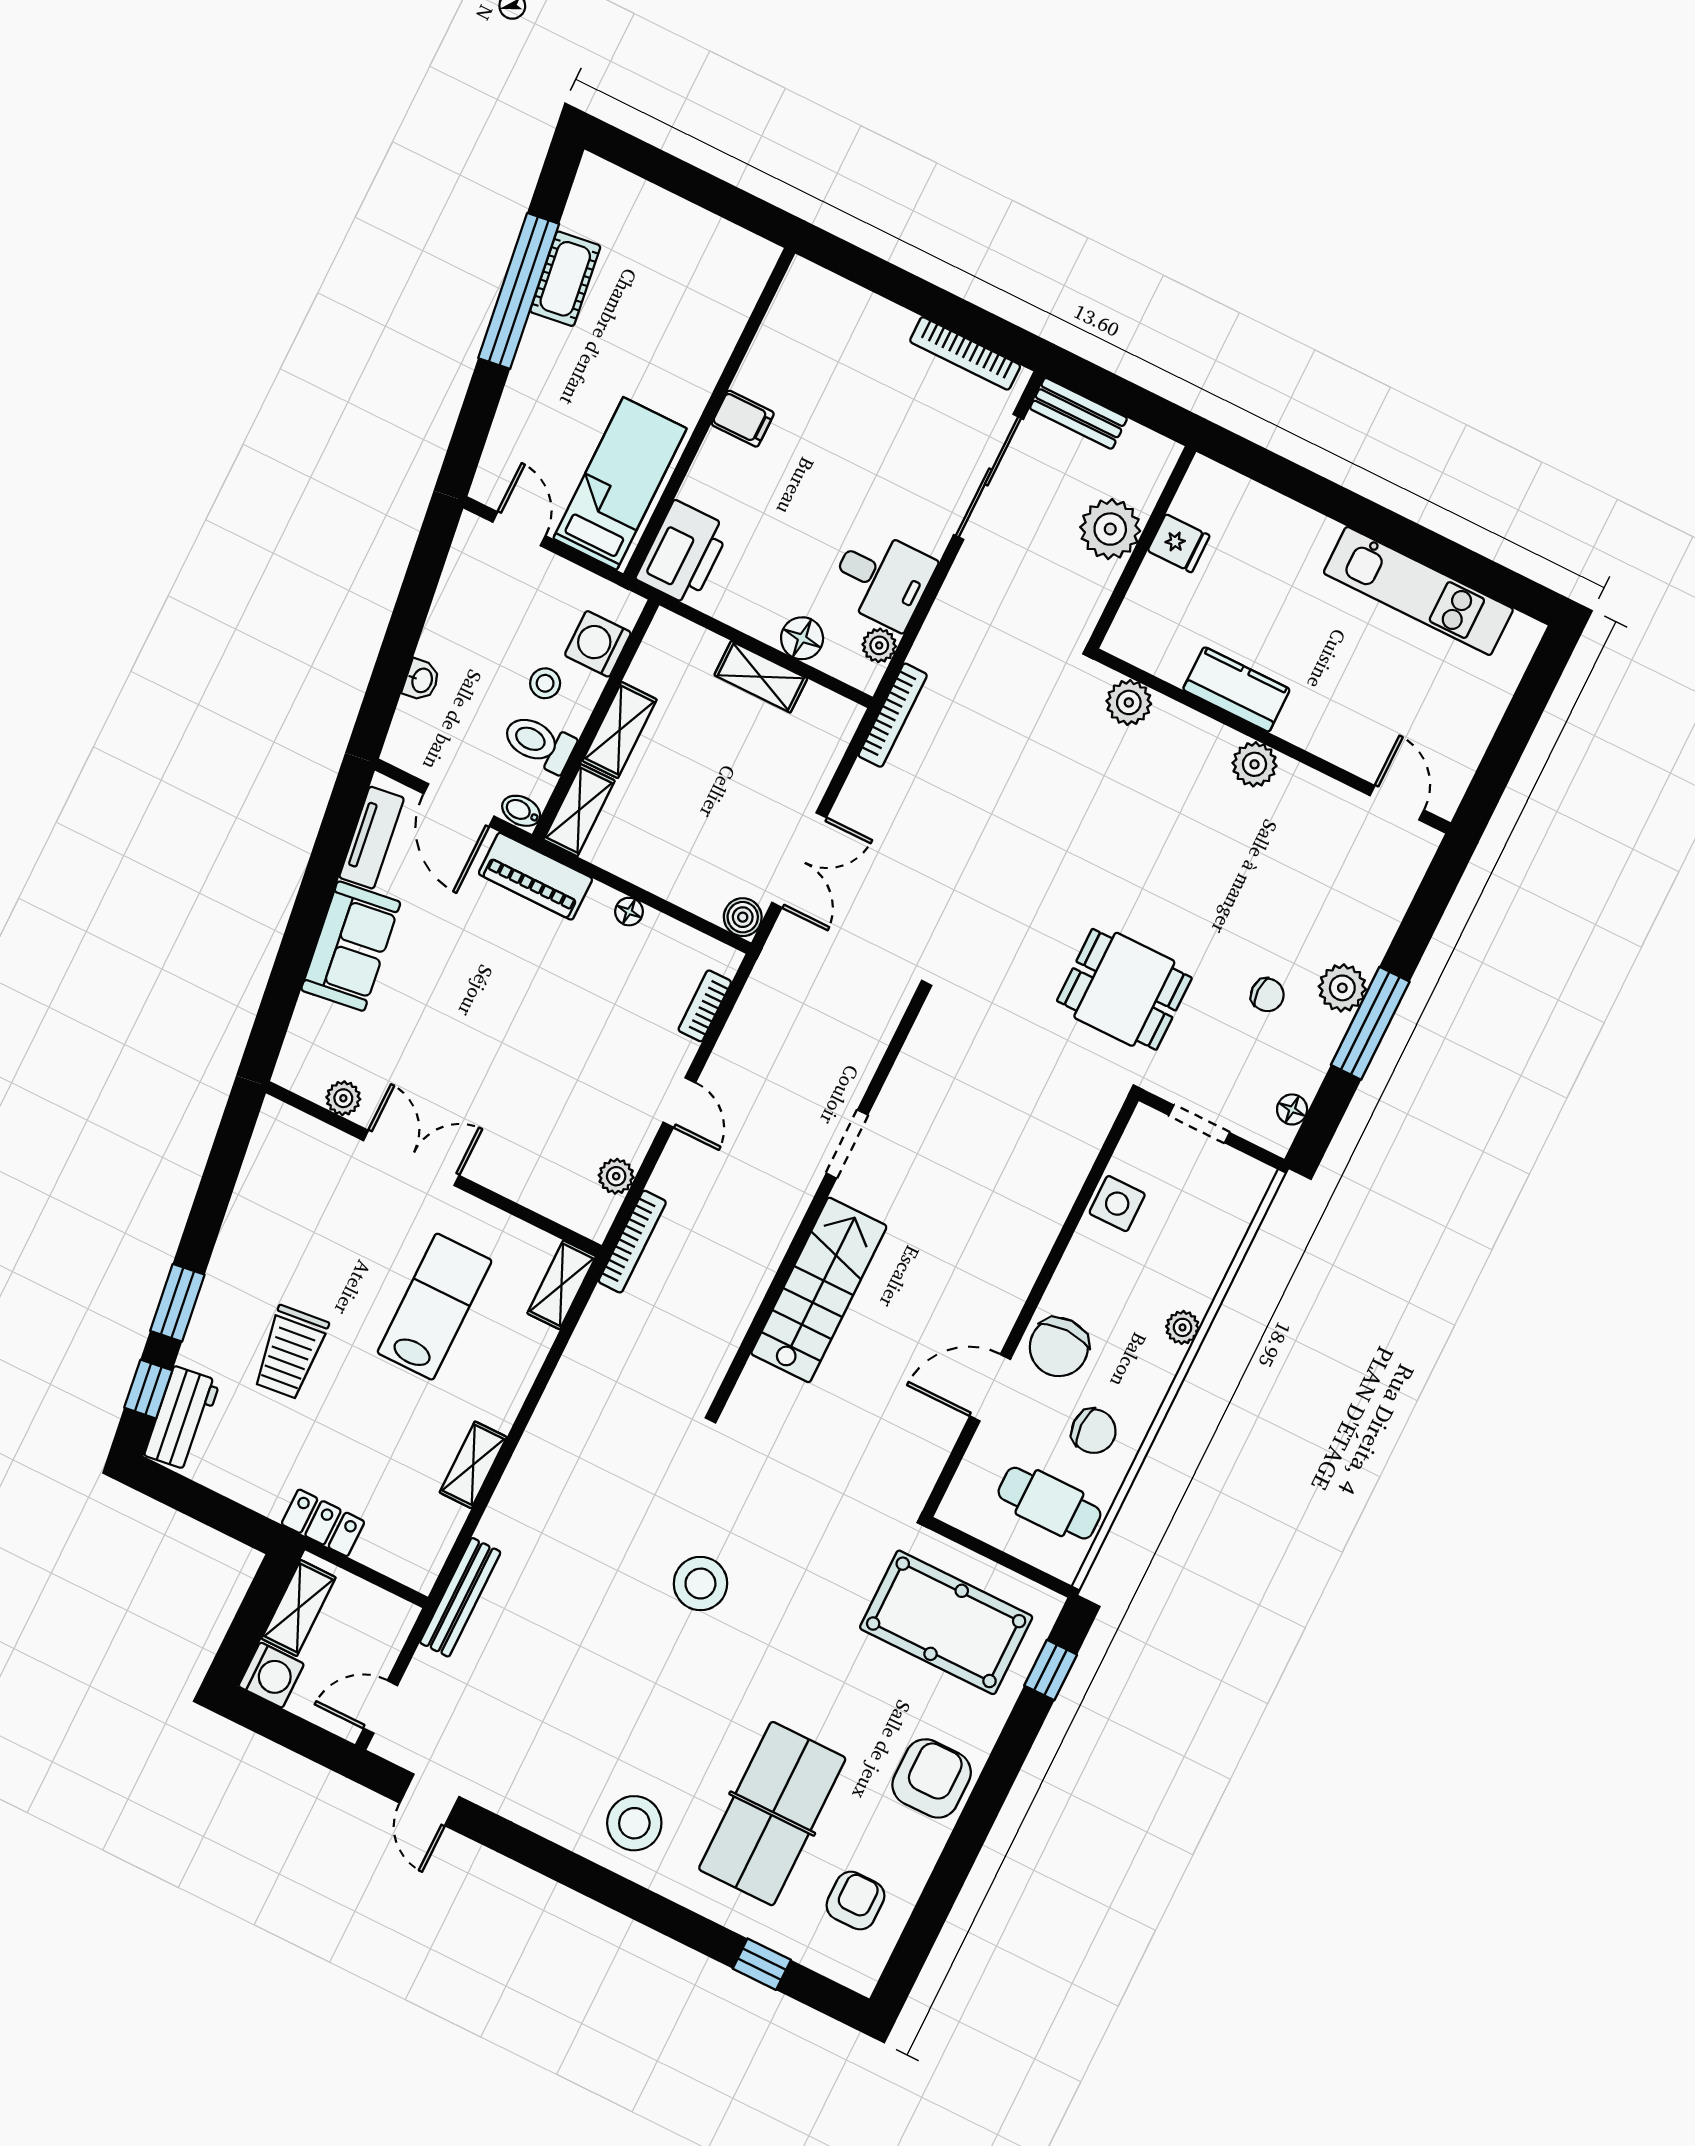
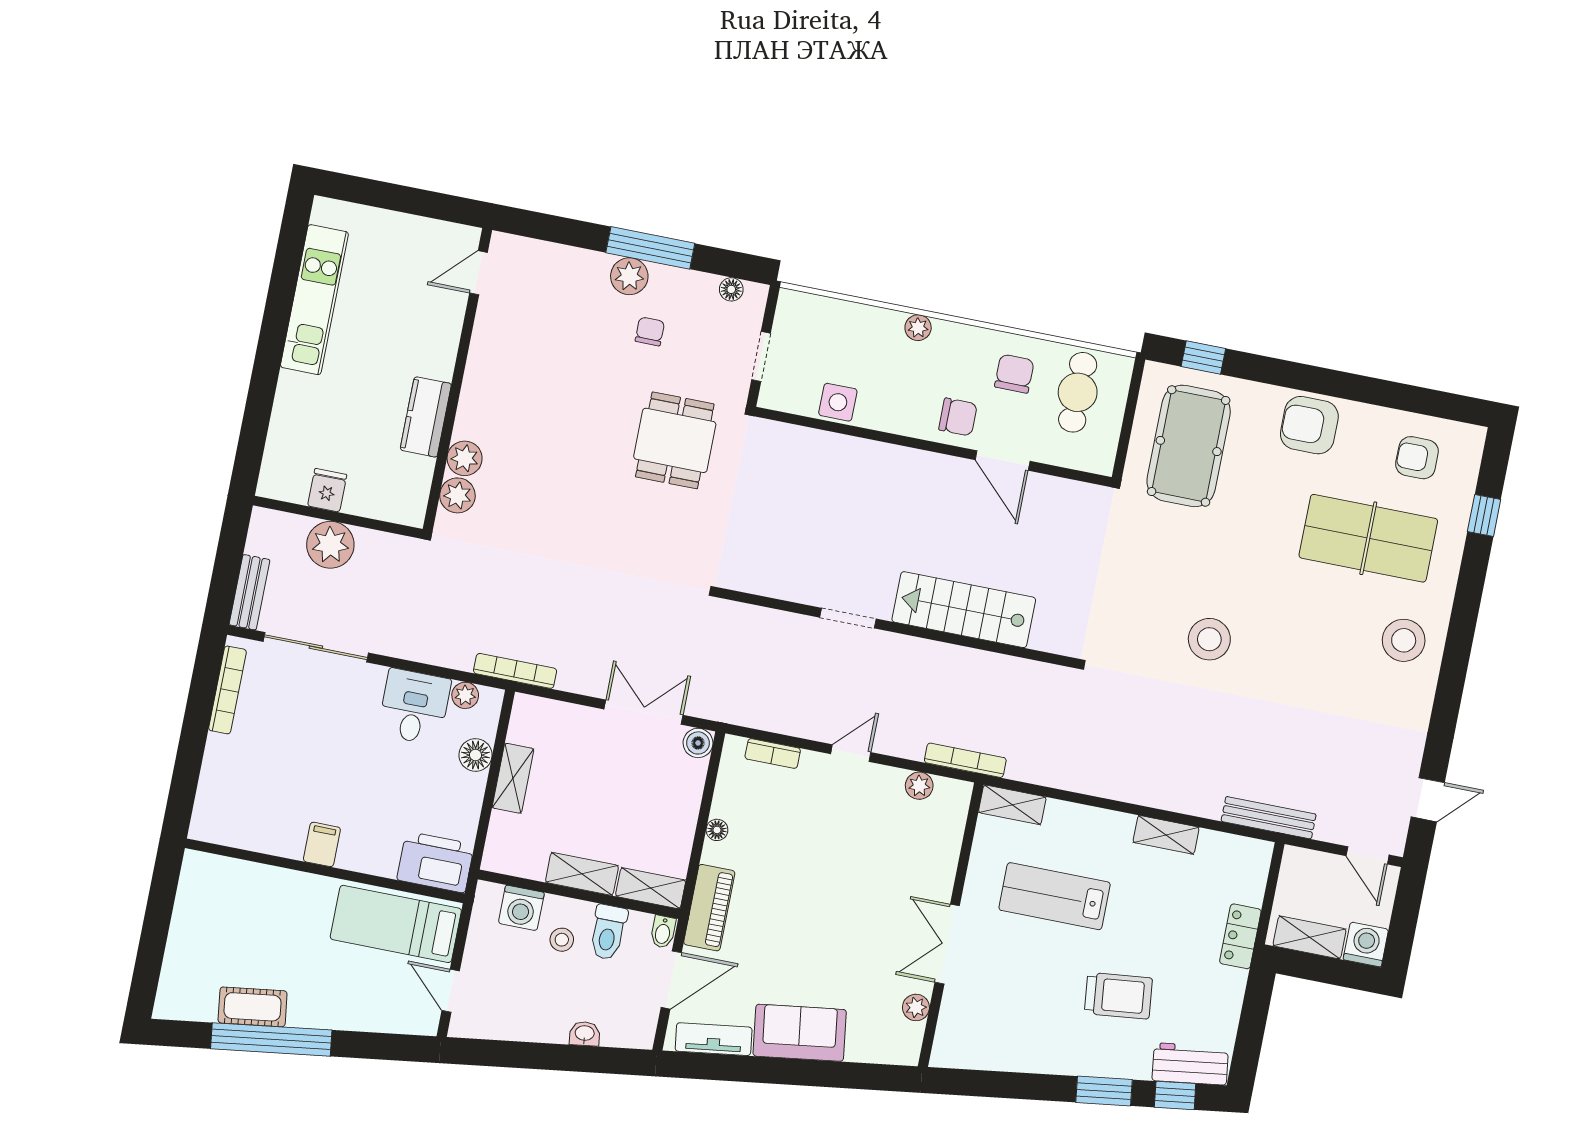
door: (519, 529) -> (451, 991), hinge flipped
plant: (1254, 764) -> (465, 458), moved
chair: (1059, 1347) -> (958, 417), width x0.73, depth x0.73

